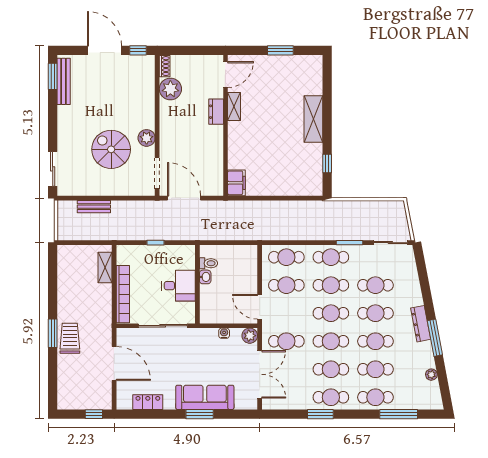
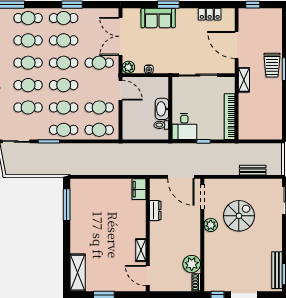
door: (225, 75) -> (148, 276), hinge flipped
dresser: (216, 112) -> (155, 210), moved
shelving: (313, 119) -> (78, 273), moved
spiral stairs: (111, 149) -> (239, 216), turned -90
window: (327, 163) -> (67, 205), width x2.17
shelving: (105, 268) -> (244, 80), moved
washbasin: (205, 277) -> (162, 109), width x1.91, depth x1.45
desk: (178, 286) -> (184, 126), moved, turned -90
bookcase: (123, 294) -> (230, 117), moved
sofa: (205, 397) -> (158, 18), width x0.73

